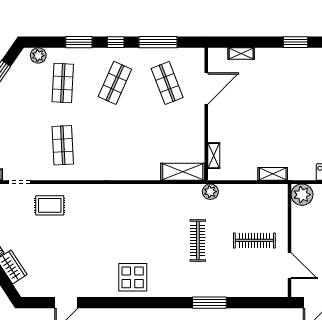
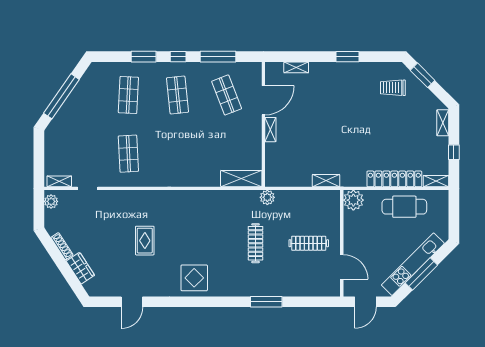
plant: (38, 56) -> (105, 69), removed
shop shelf: (115, 83) -> (177, 95), turned -30
shelving: (214, 156) -> (270, 130), moved
rug: (50, 205) -> (145, 241), moved, turned 90

